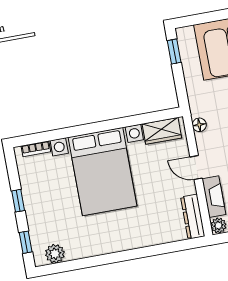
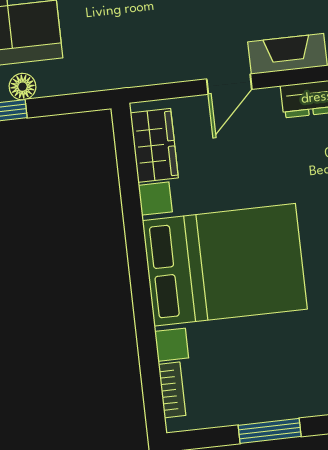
floor lamp: (199, 125) -> (23, 87), moved
window: (18, 201) -> (270, 431), width x1.50

